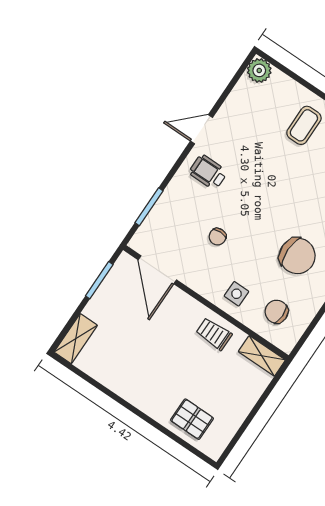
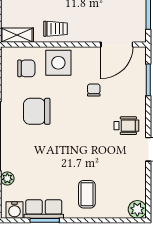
door: (157, 270) -> (117, 45), swing flipped
side table: (236, 294) -> (58, 63), width x1.87, depth x1.87

